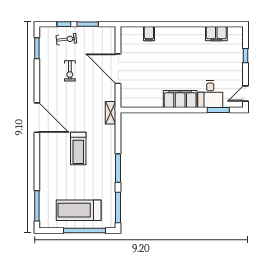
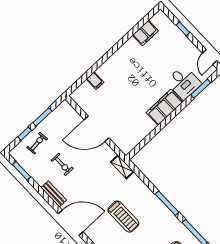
bench: (44, 86) -> (54, 194), added

